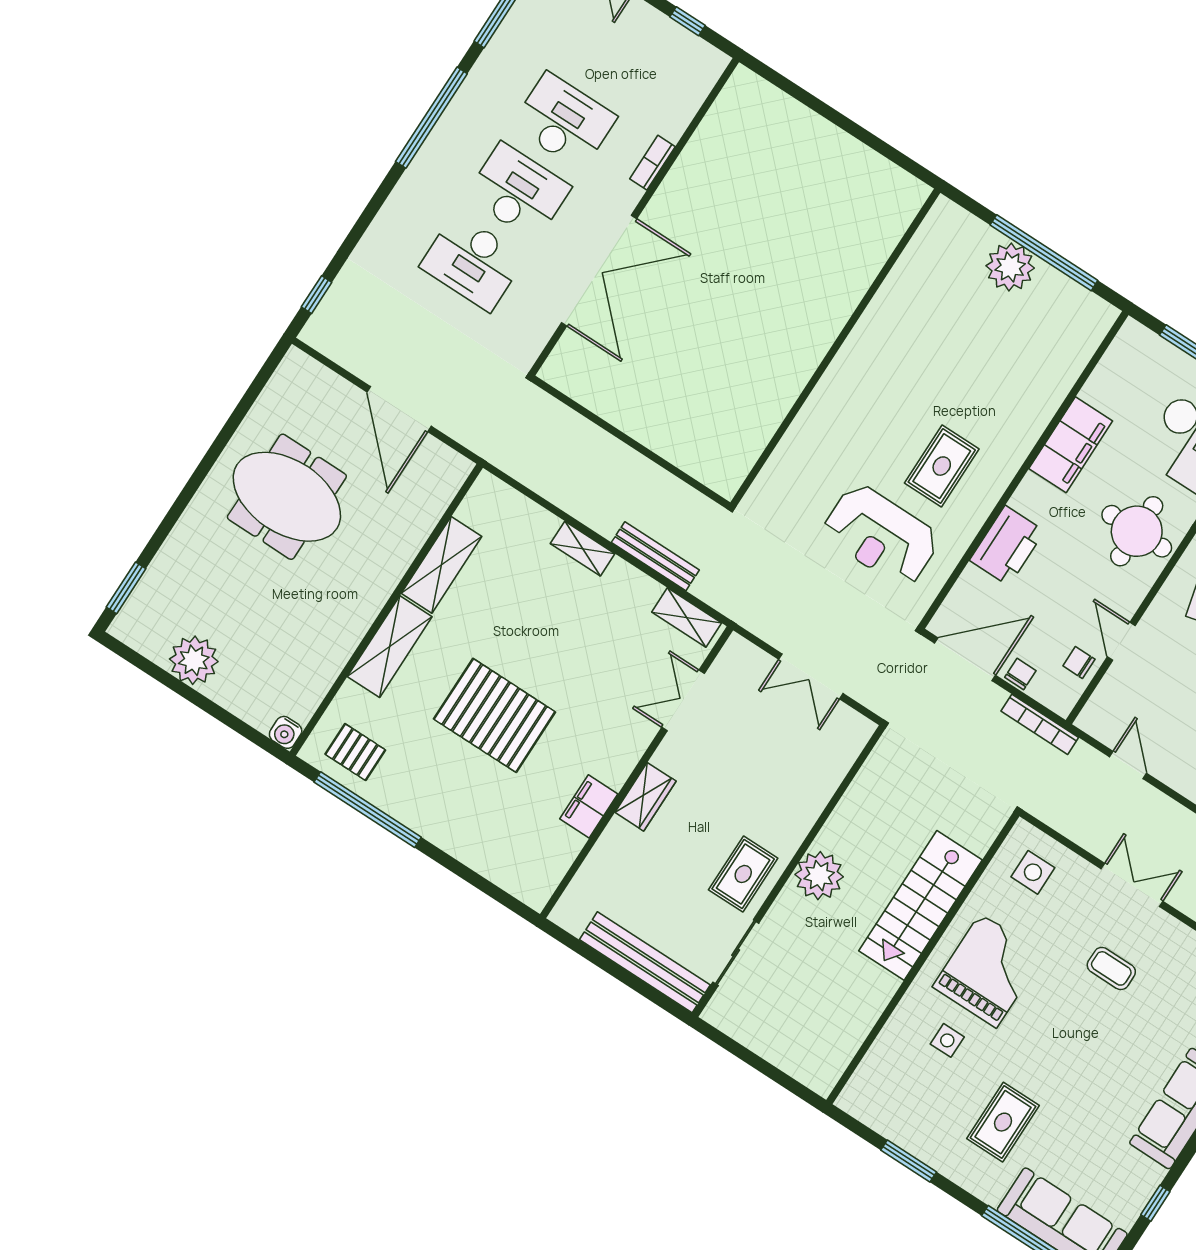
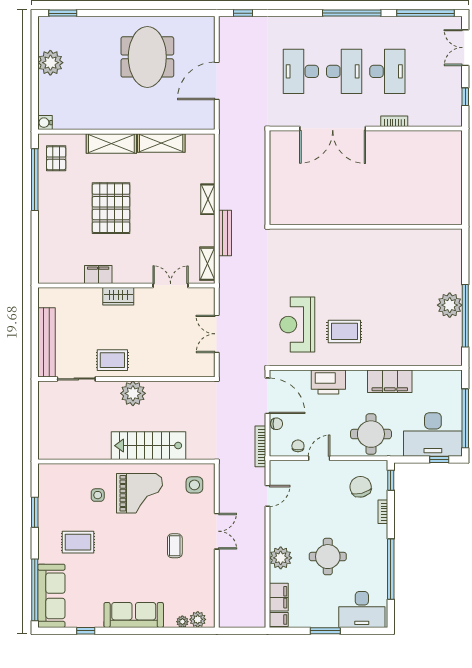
wall: (835, 347) -> (366, 227), moved

